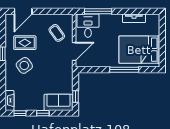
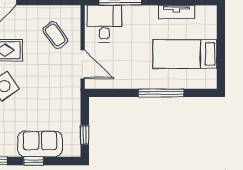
bed: (139, 50) -> (185, 54), width x0.67
door: (74, 52) -> (83, 64), hinge flipped
sofa: (58, 102) -> (40, 144), moved

